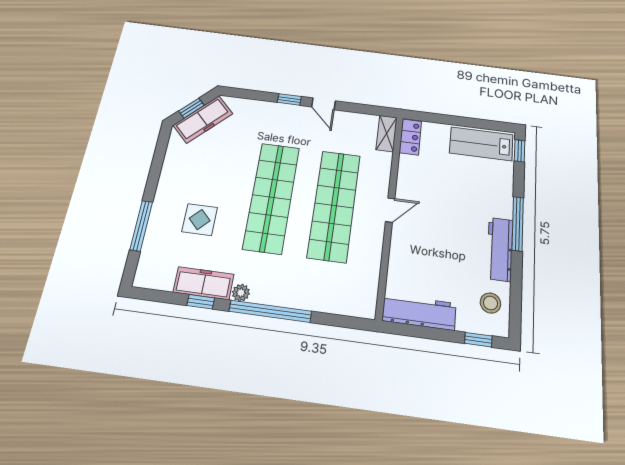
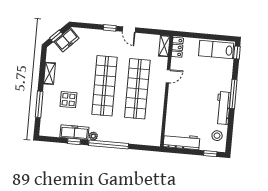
freezer: (203, 119) -> (67, 40), width x0.71
shelving: (170, 170) -> (49, 73), added
door: (390, 210) -> (168, 76), moved

